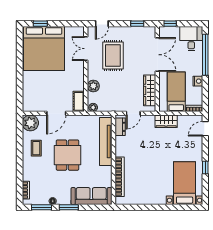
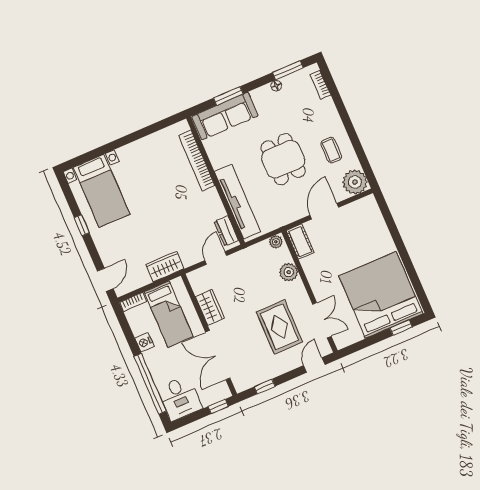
wardrobe: (150, 90) -> (210, 307), width x0.67
window: (69, 207) -> (228, 96), moved

